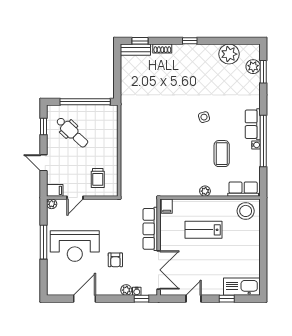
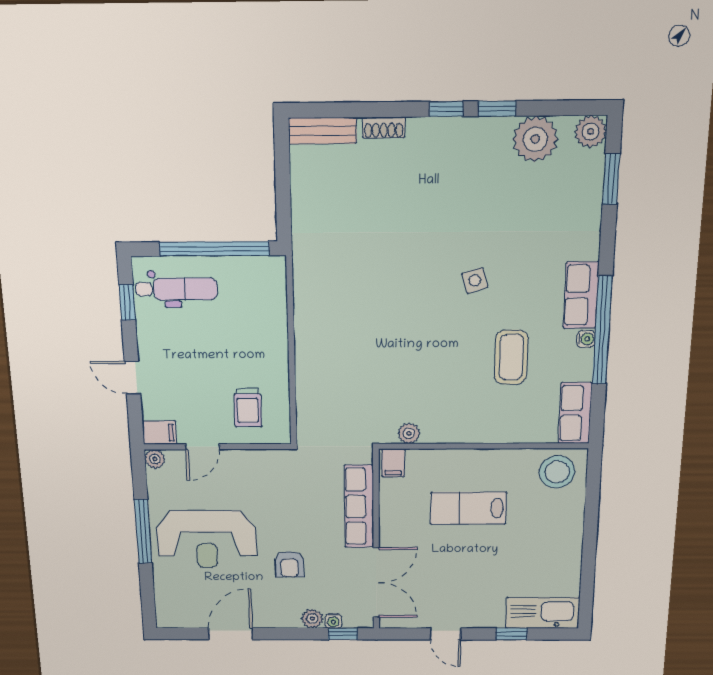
window: (140, 41) -> (497, 108), moved
plant: (253, 67) -> (591, 132), moved
dental chair: (72, 132) -> (176, 289), moved, turned -43
row of seats: (243, 189) -> (575, 413), moved, turned -90
plant: (205, 191) -> (409, 433), moved
door: (193, 299) -> (446, 634), swing flipped

